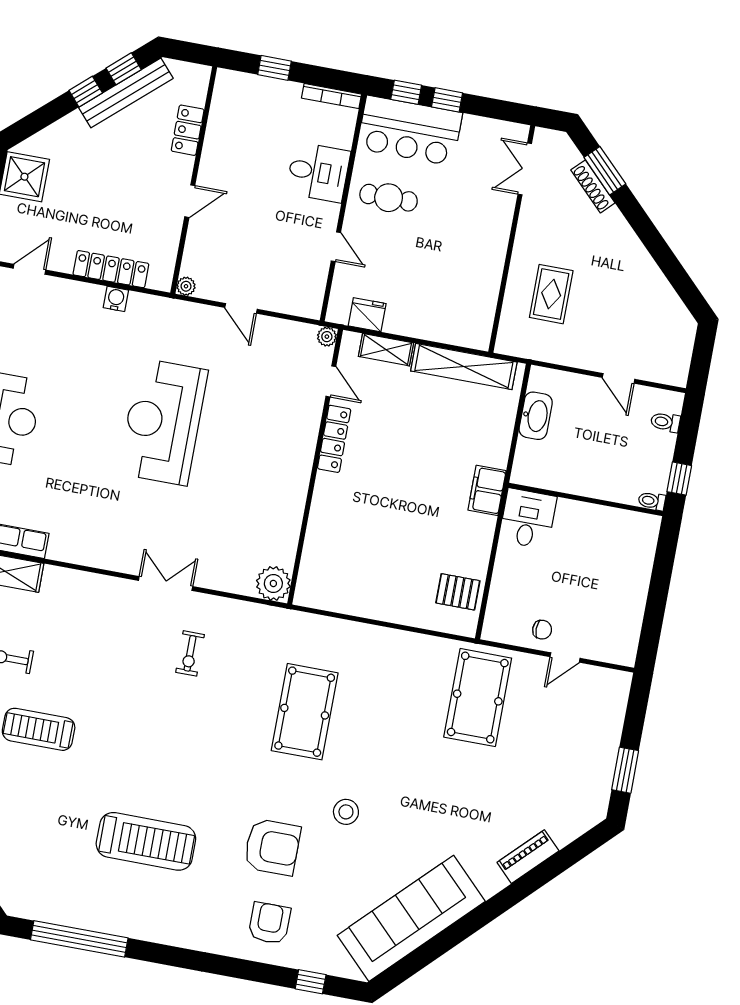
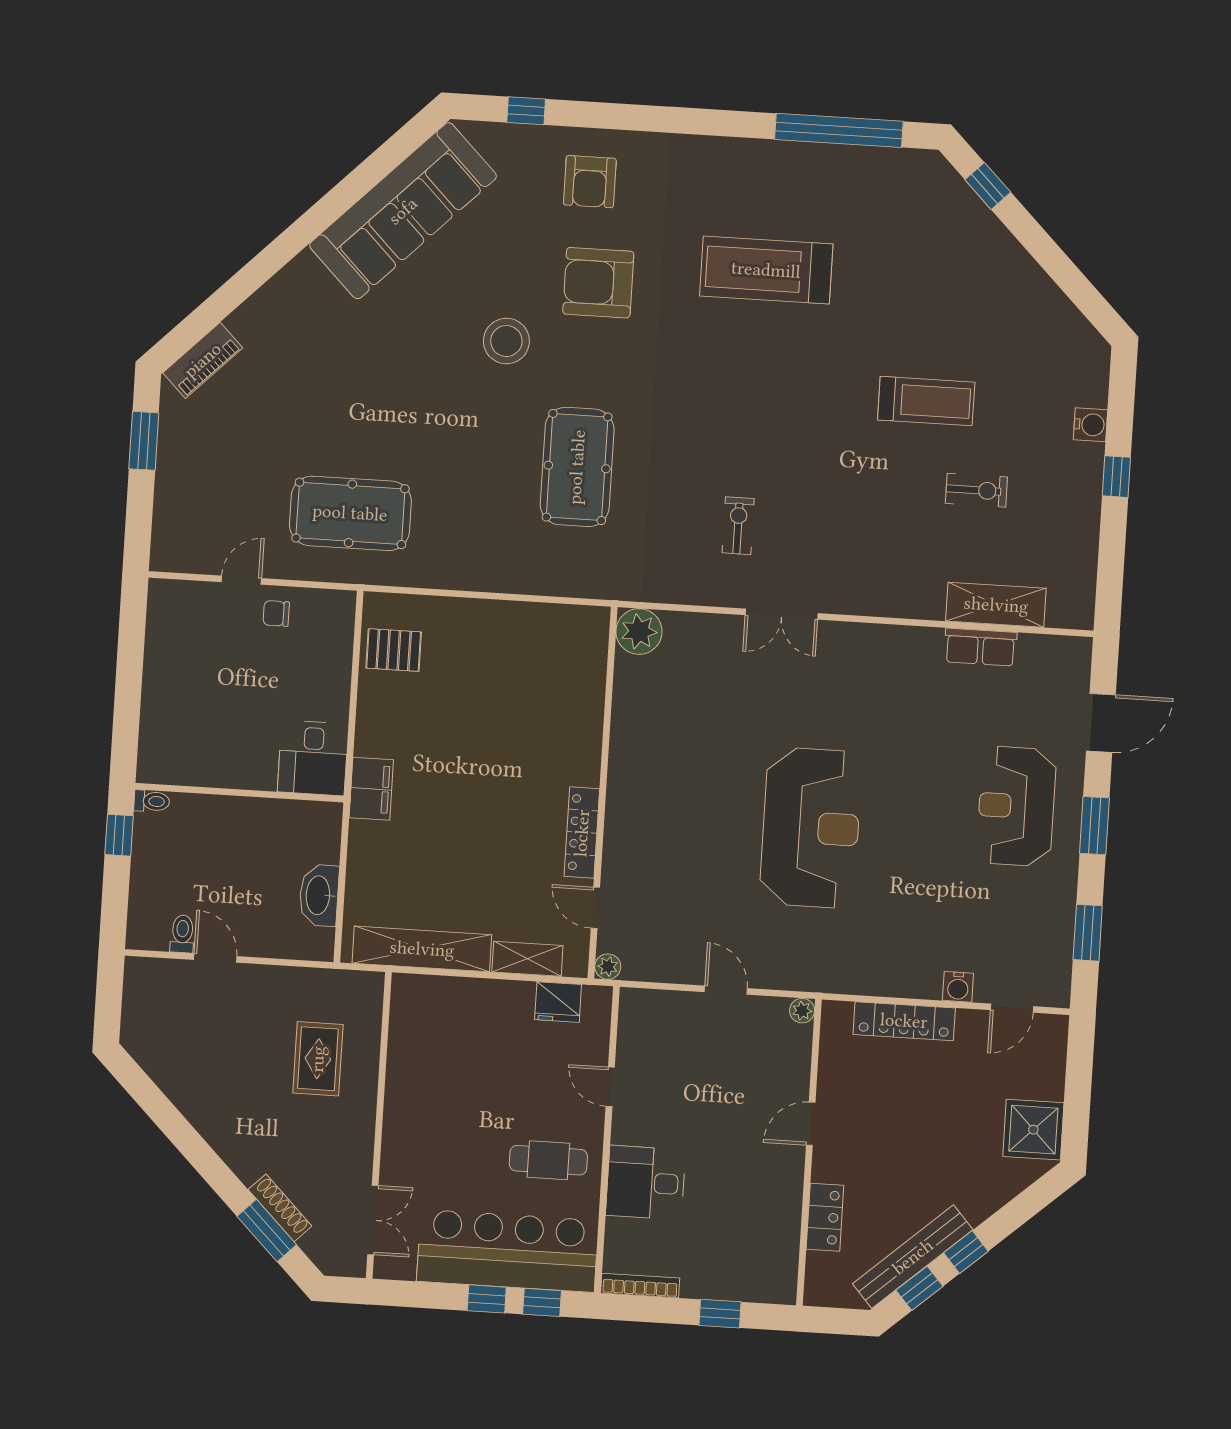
bar counter: (410, 131) -> (507, 1251), width x1.36
water cooler: (116, 299) -> (958, 987), moved
toilet: (665, 422) -> (182, 934), moved, turned -90
pool table: (478, 698) -> (350, 513), turned 90
stool: (346, 812) -> (506, 341), width x1.38, depth x1.38
piano: (528, 857) -> (203, 360), moved

